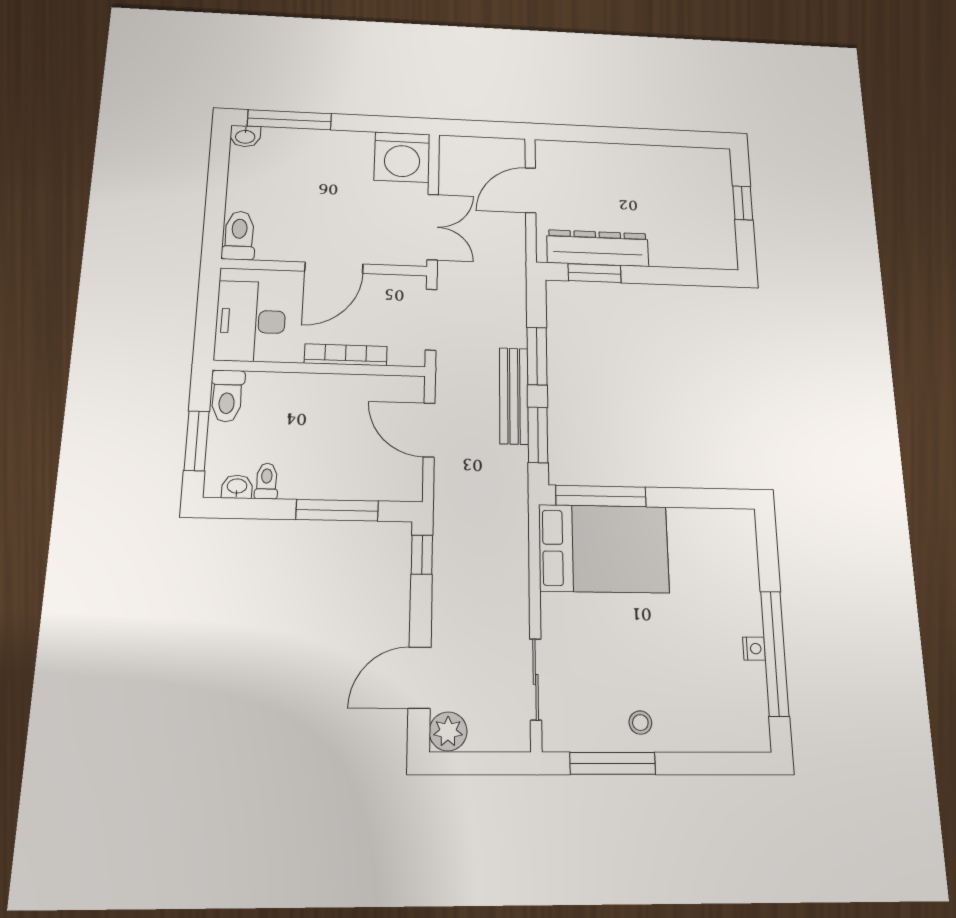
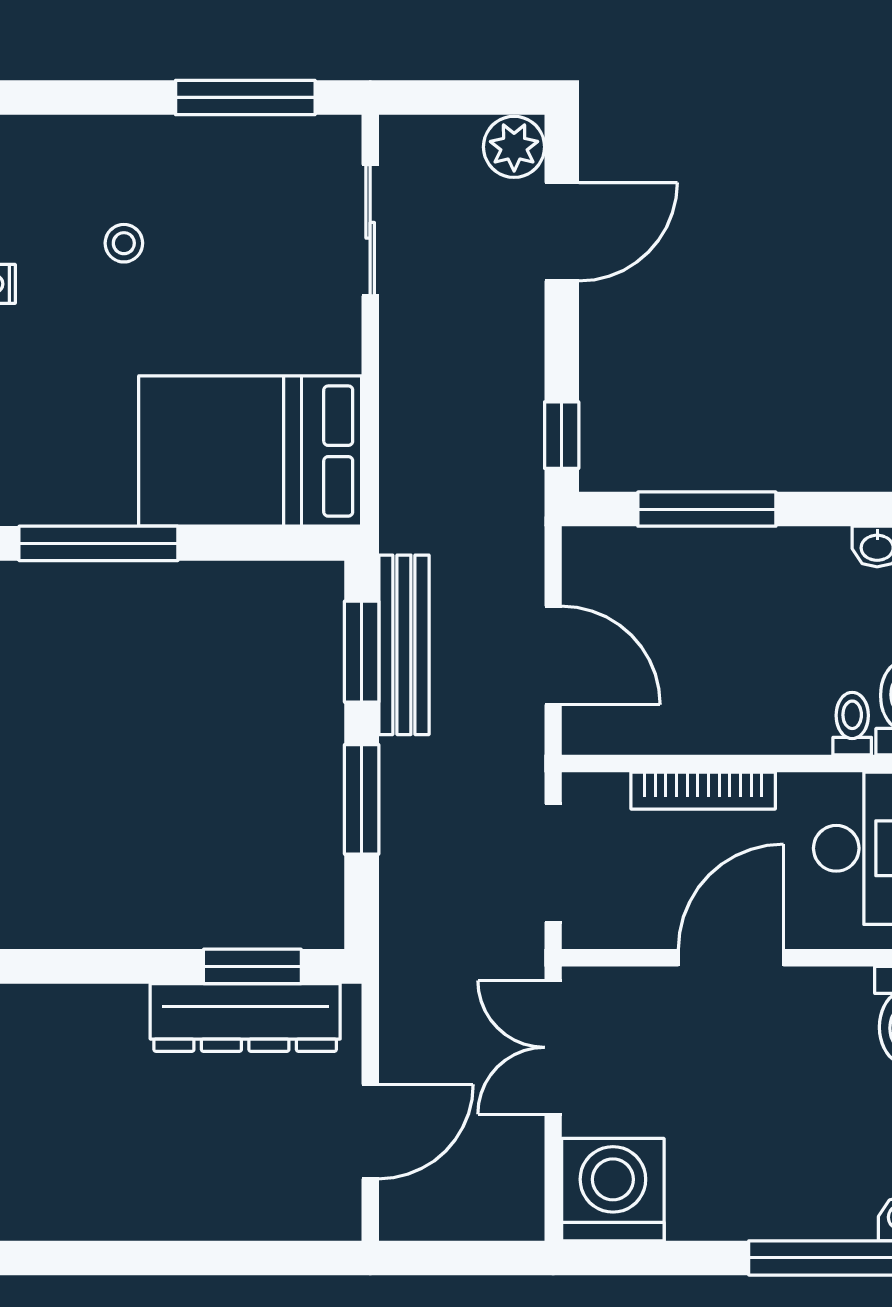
bench: (514, 396) -> (404, 645), moved
toilet: (267, 481) -> (852, 724), moved, turned 180
window: (601, 496) -> (98, 543), moved
stool: (640, 723) -> (124, 243), moved

